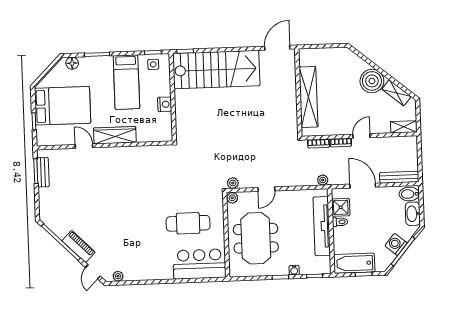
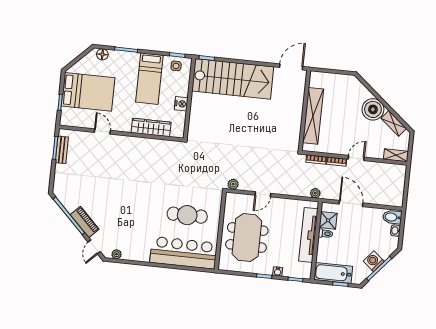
wardrobe: (115, 135) -> (151, 127), moved
bench: (399, 177) -> (385, 201), removed
plant: (232, 198) -> (231, 198), removed
washbasin: (413, 214) -> (396, 231), width x0.52, depth x0.69
bar counter: (199, 264) -> (184, 253), width x1.36

